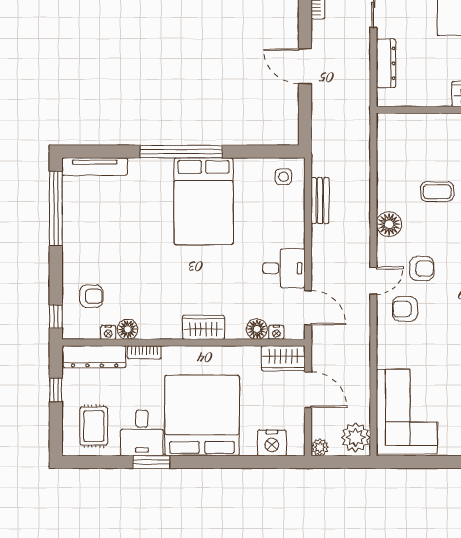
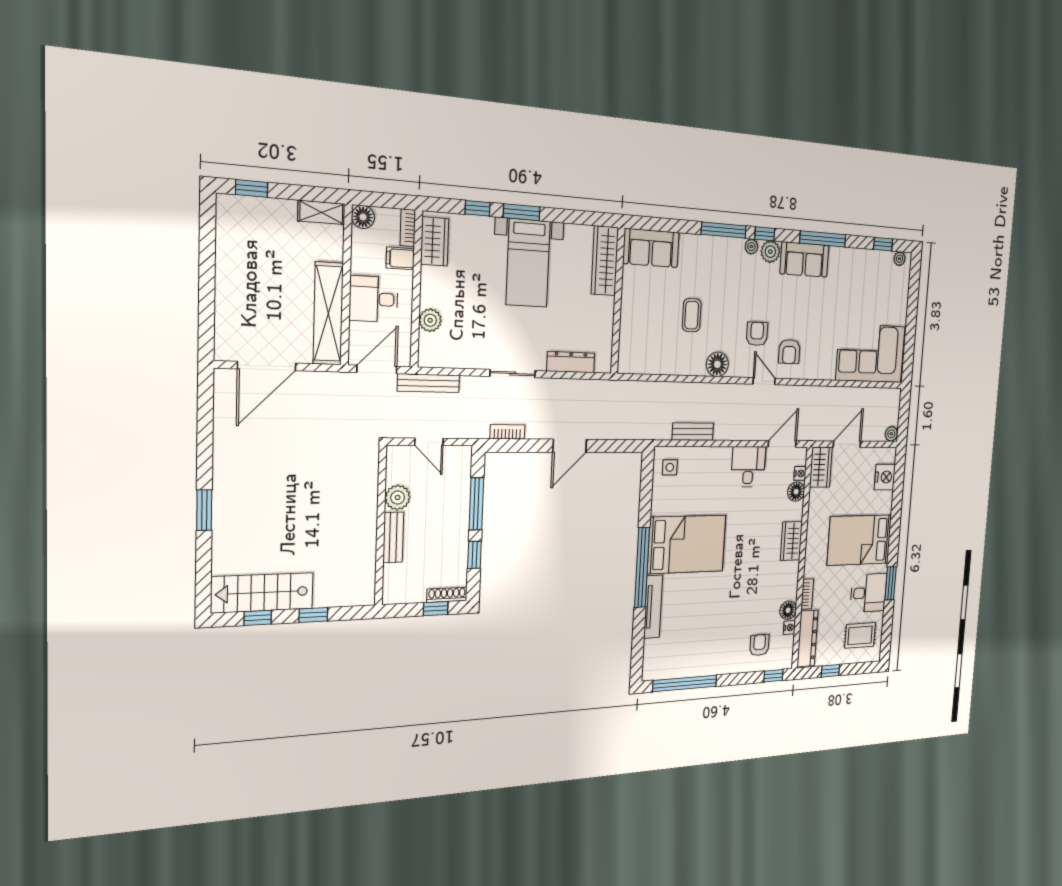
tv unit: (95, 167) -> (653, 607), moved
bed: (202, 416) -> (859, 540), width x0.73
plant: (356, 437) -> (886, 401), removed

